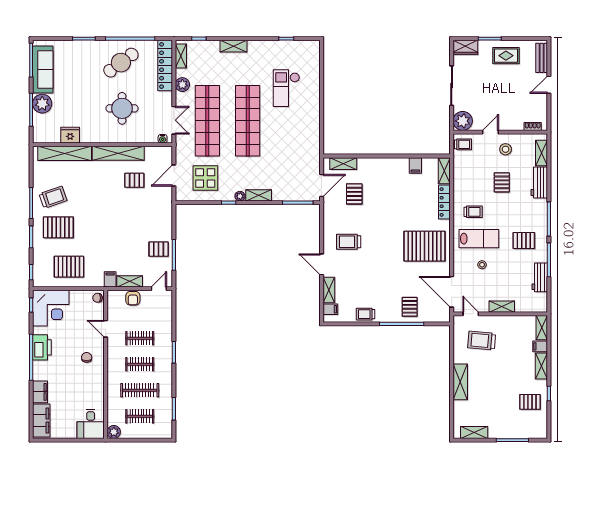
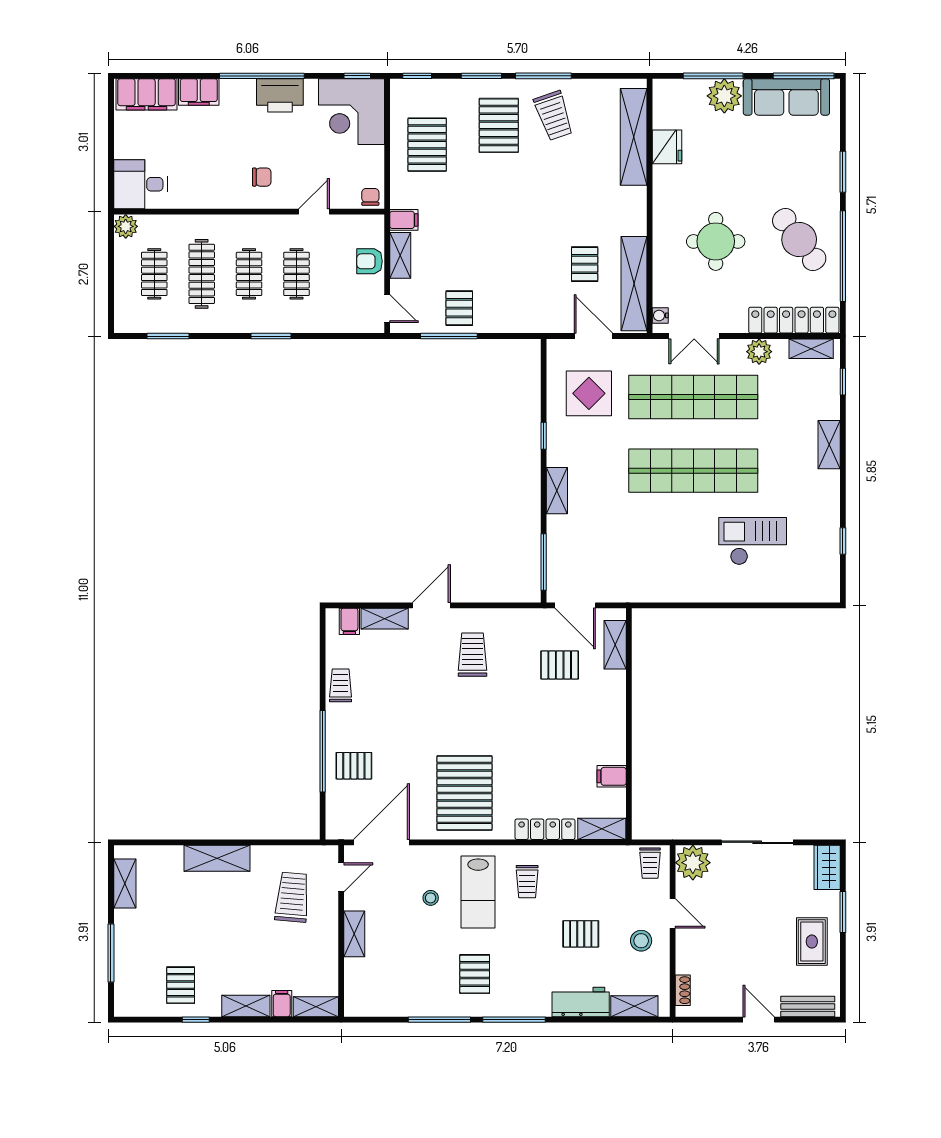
shelving: (118, 153) -> (634, 284), moved
plant: (240, 196) -> (556, 457), removed
workbench: (540, 277) -> (408, 1003), removed

